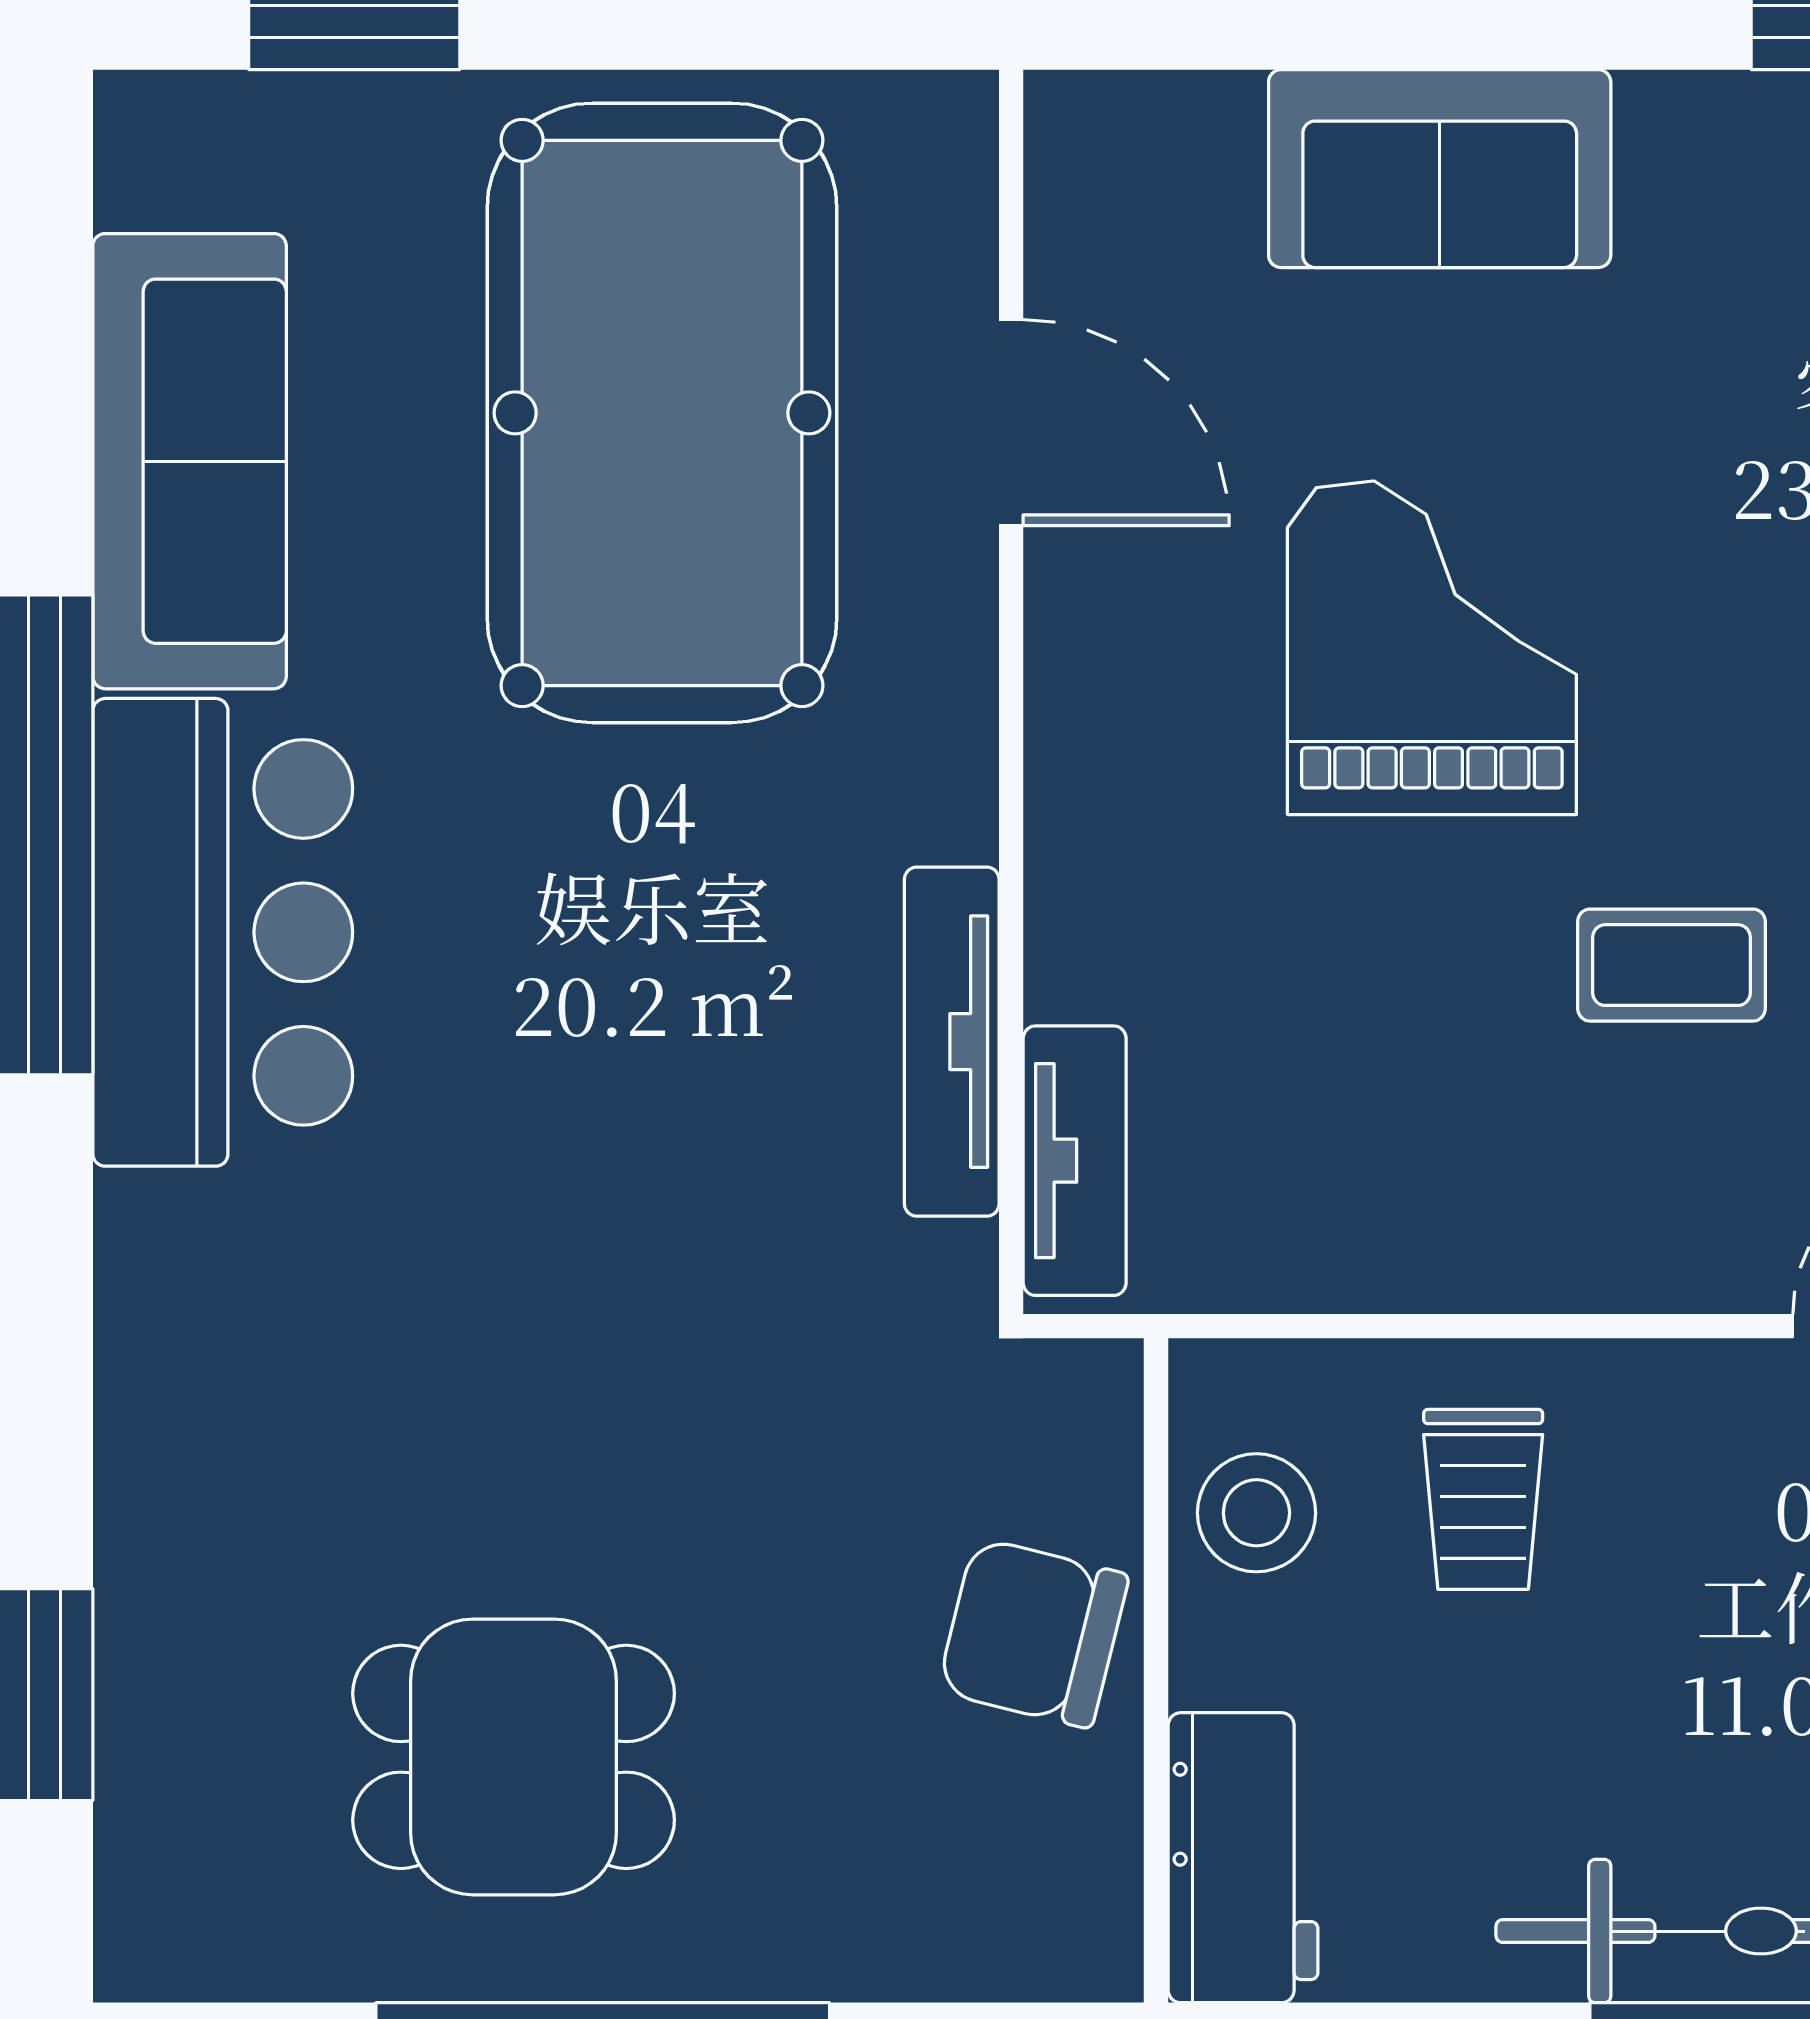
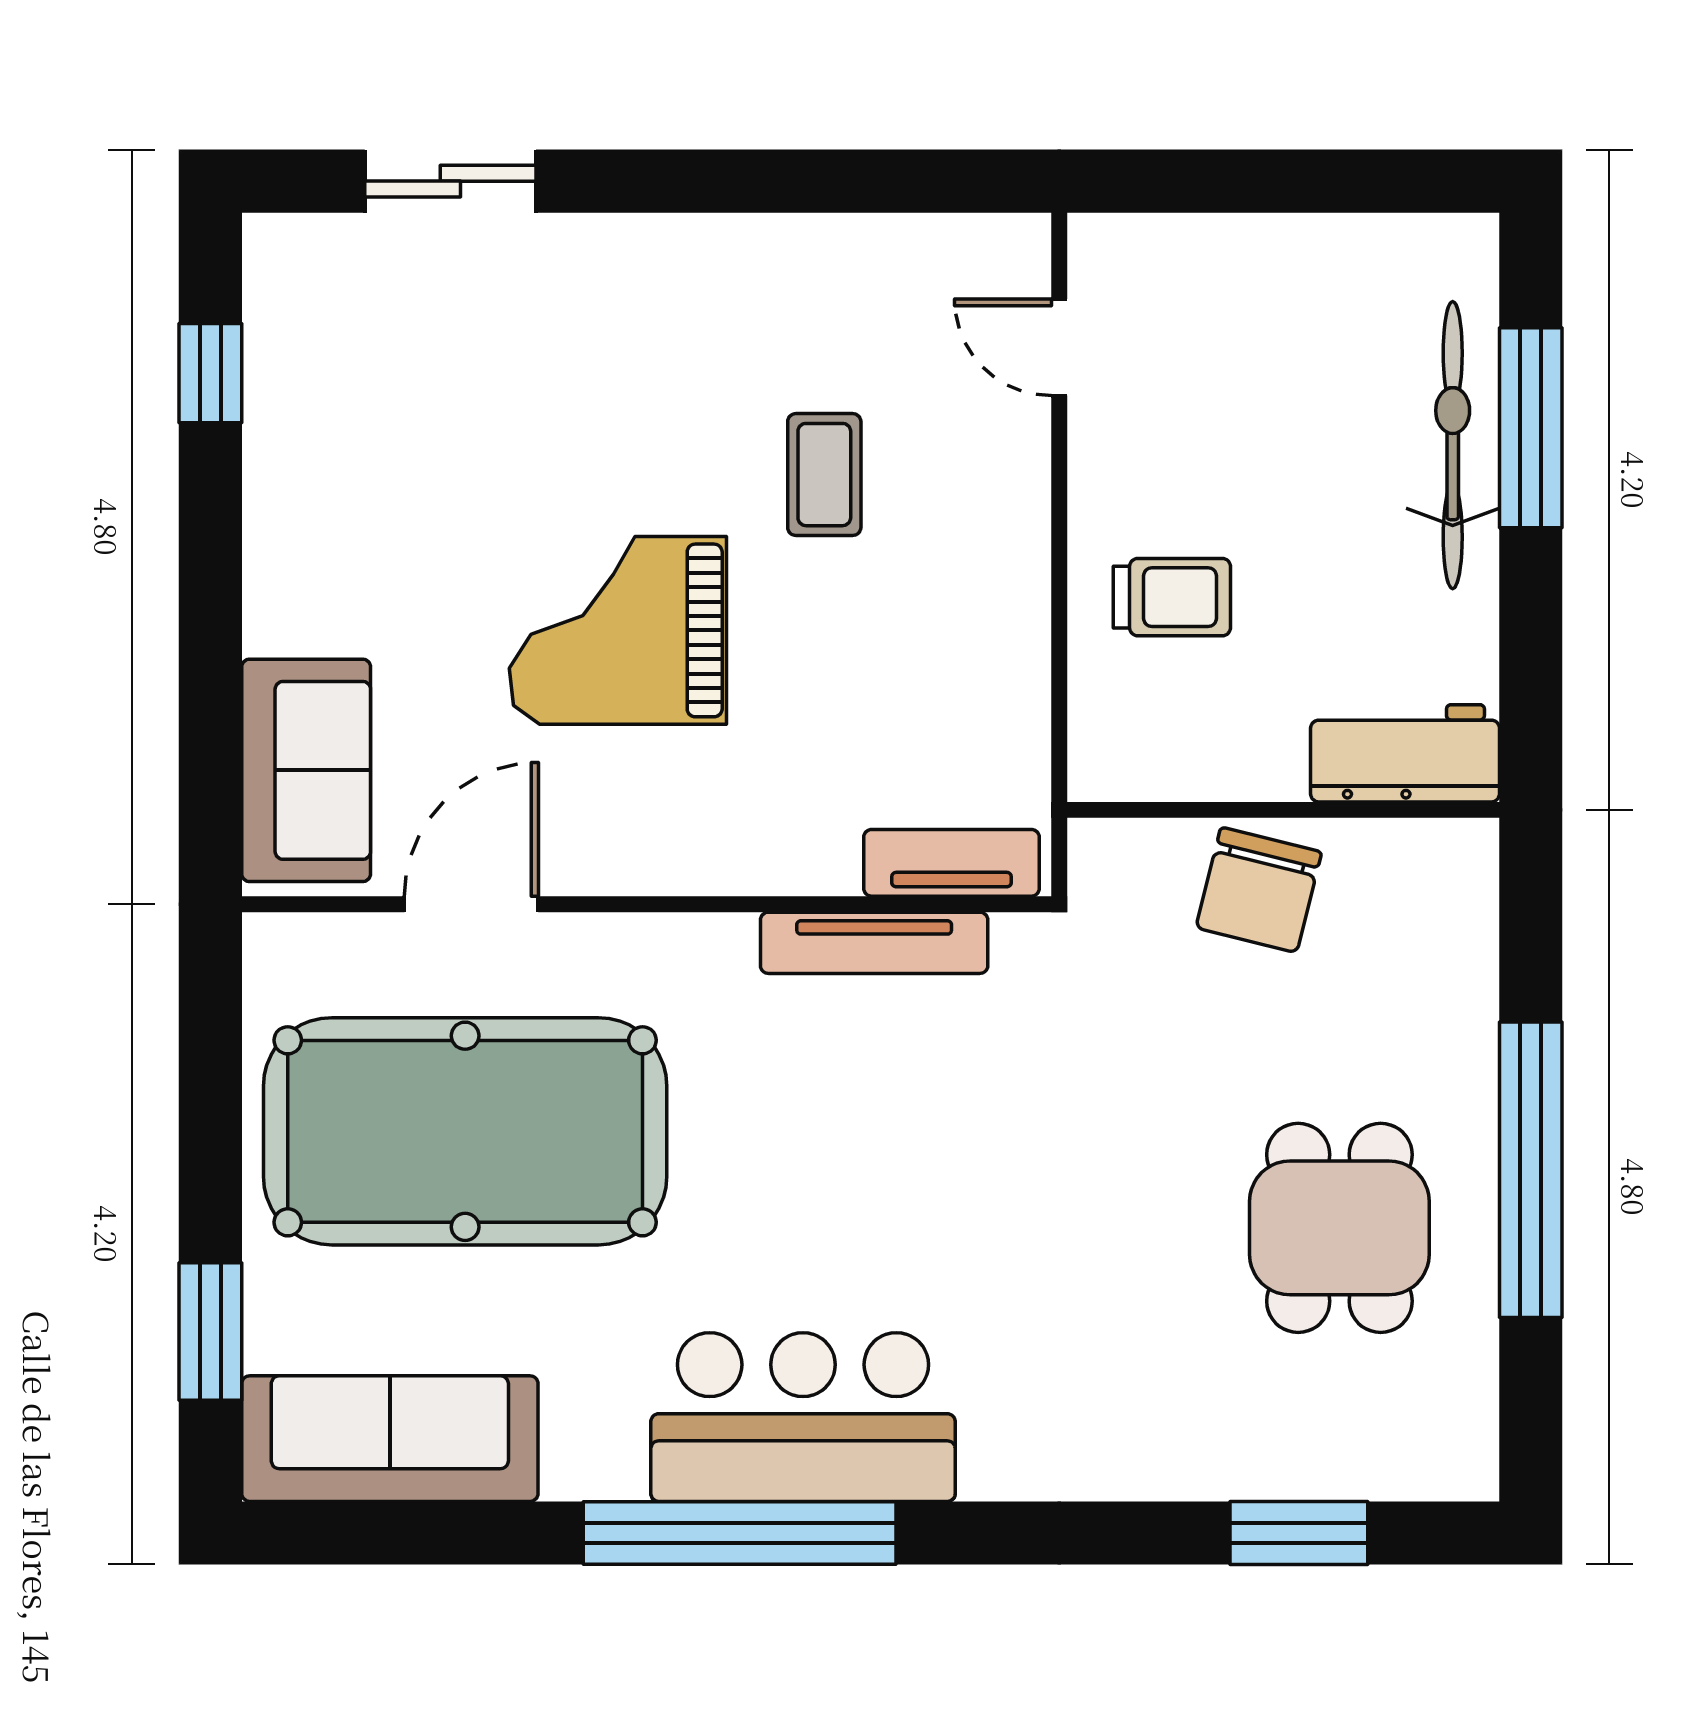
sofa: (1440, 169) -> (306, 770), moved
sofa: (190, 461) -> (390, 1439), moved
stool: (1256, 1513) -> (1181, 745), removed

